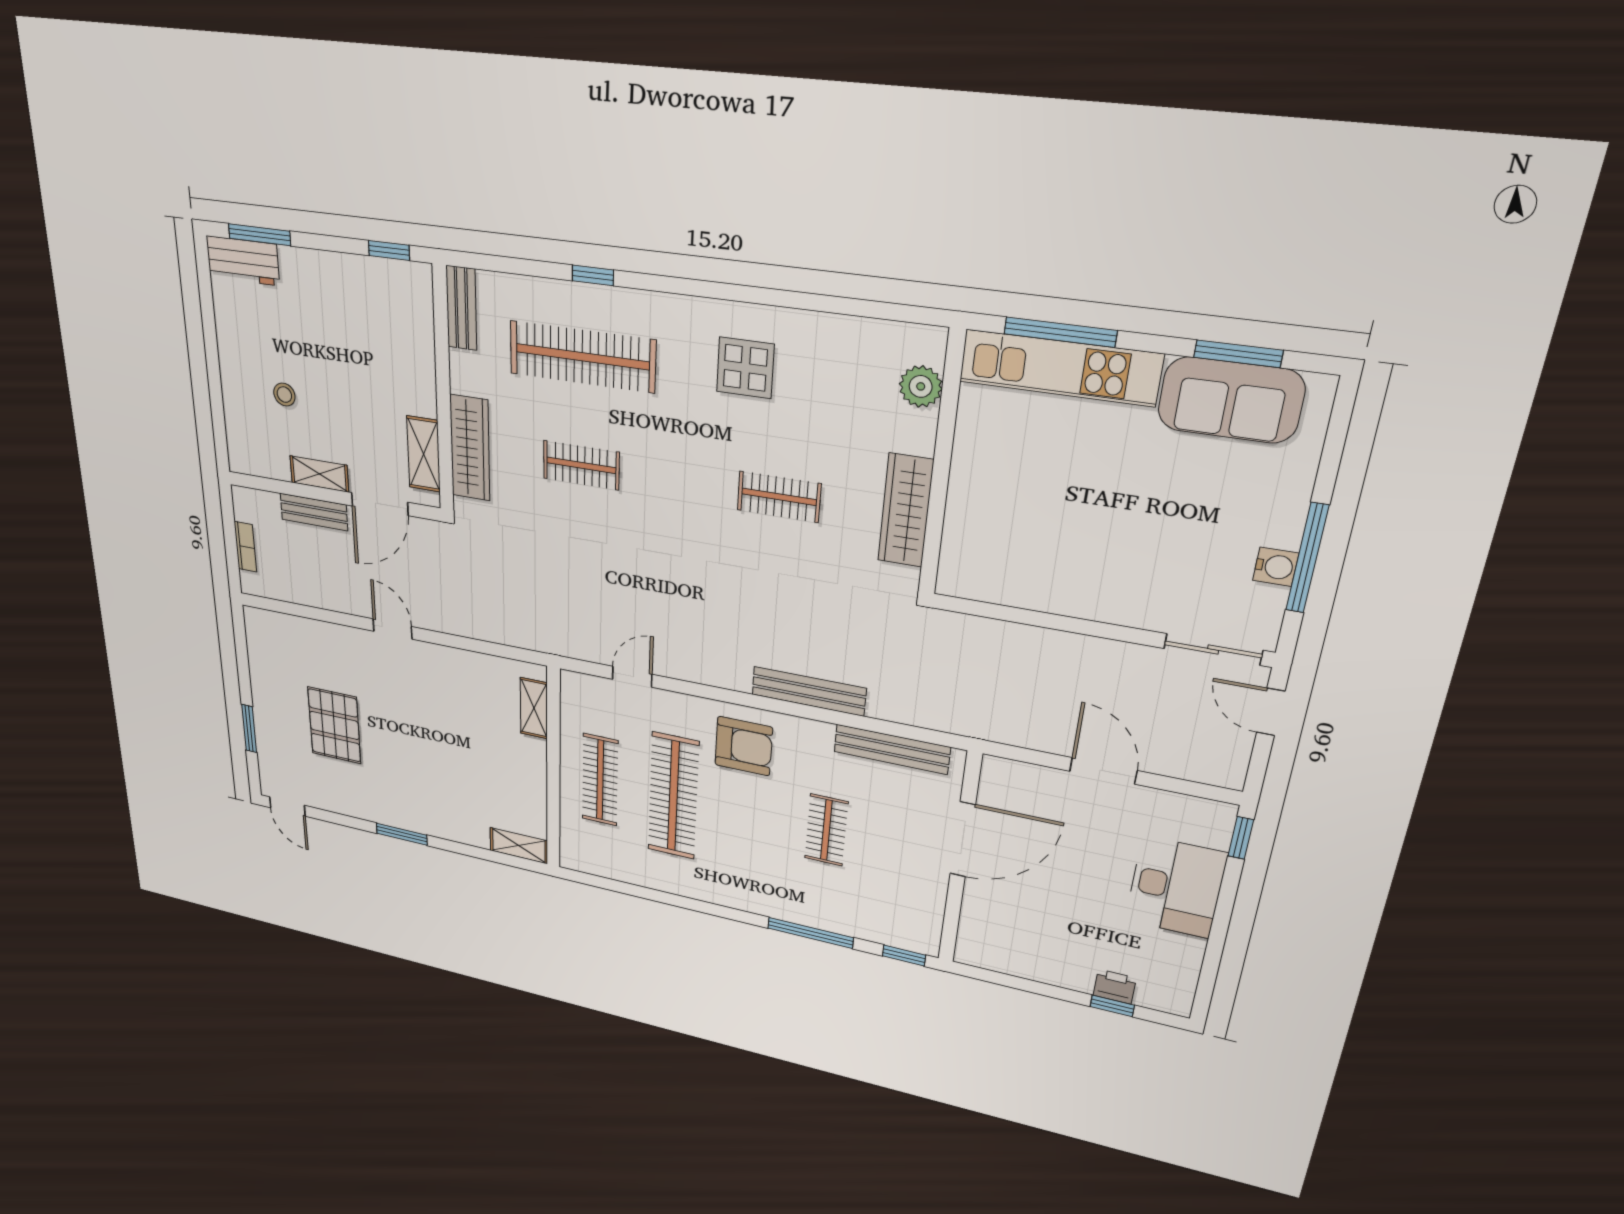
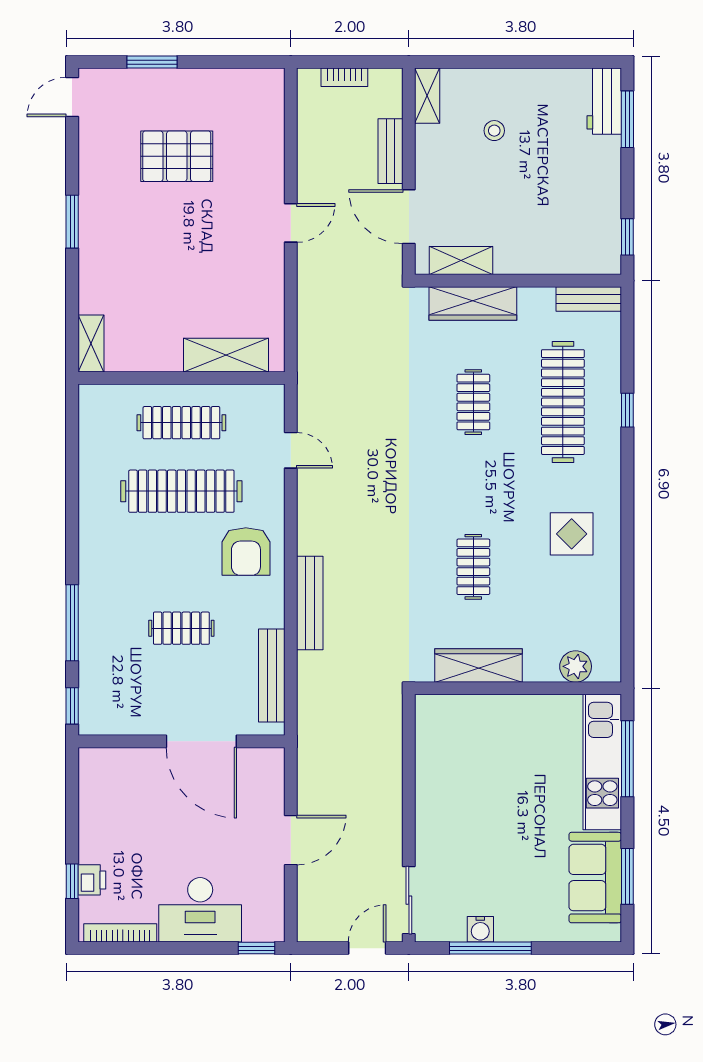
shelving: (319, 474) -> (427, 96), moved
shelving: (534, 708) -> (226, 355), width x1.50, depth x1.33
bookcase: (1188, 975) -> (120, 933), added

